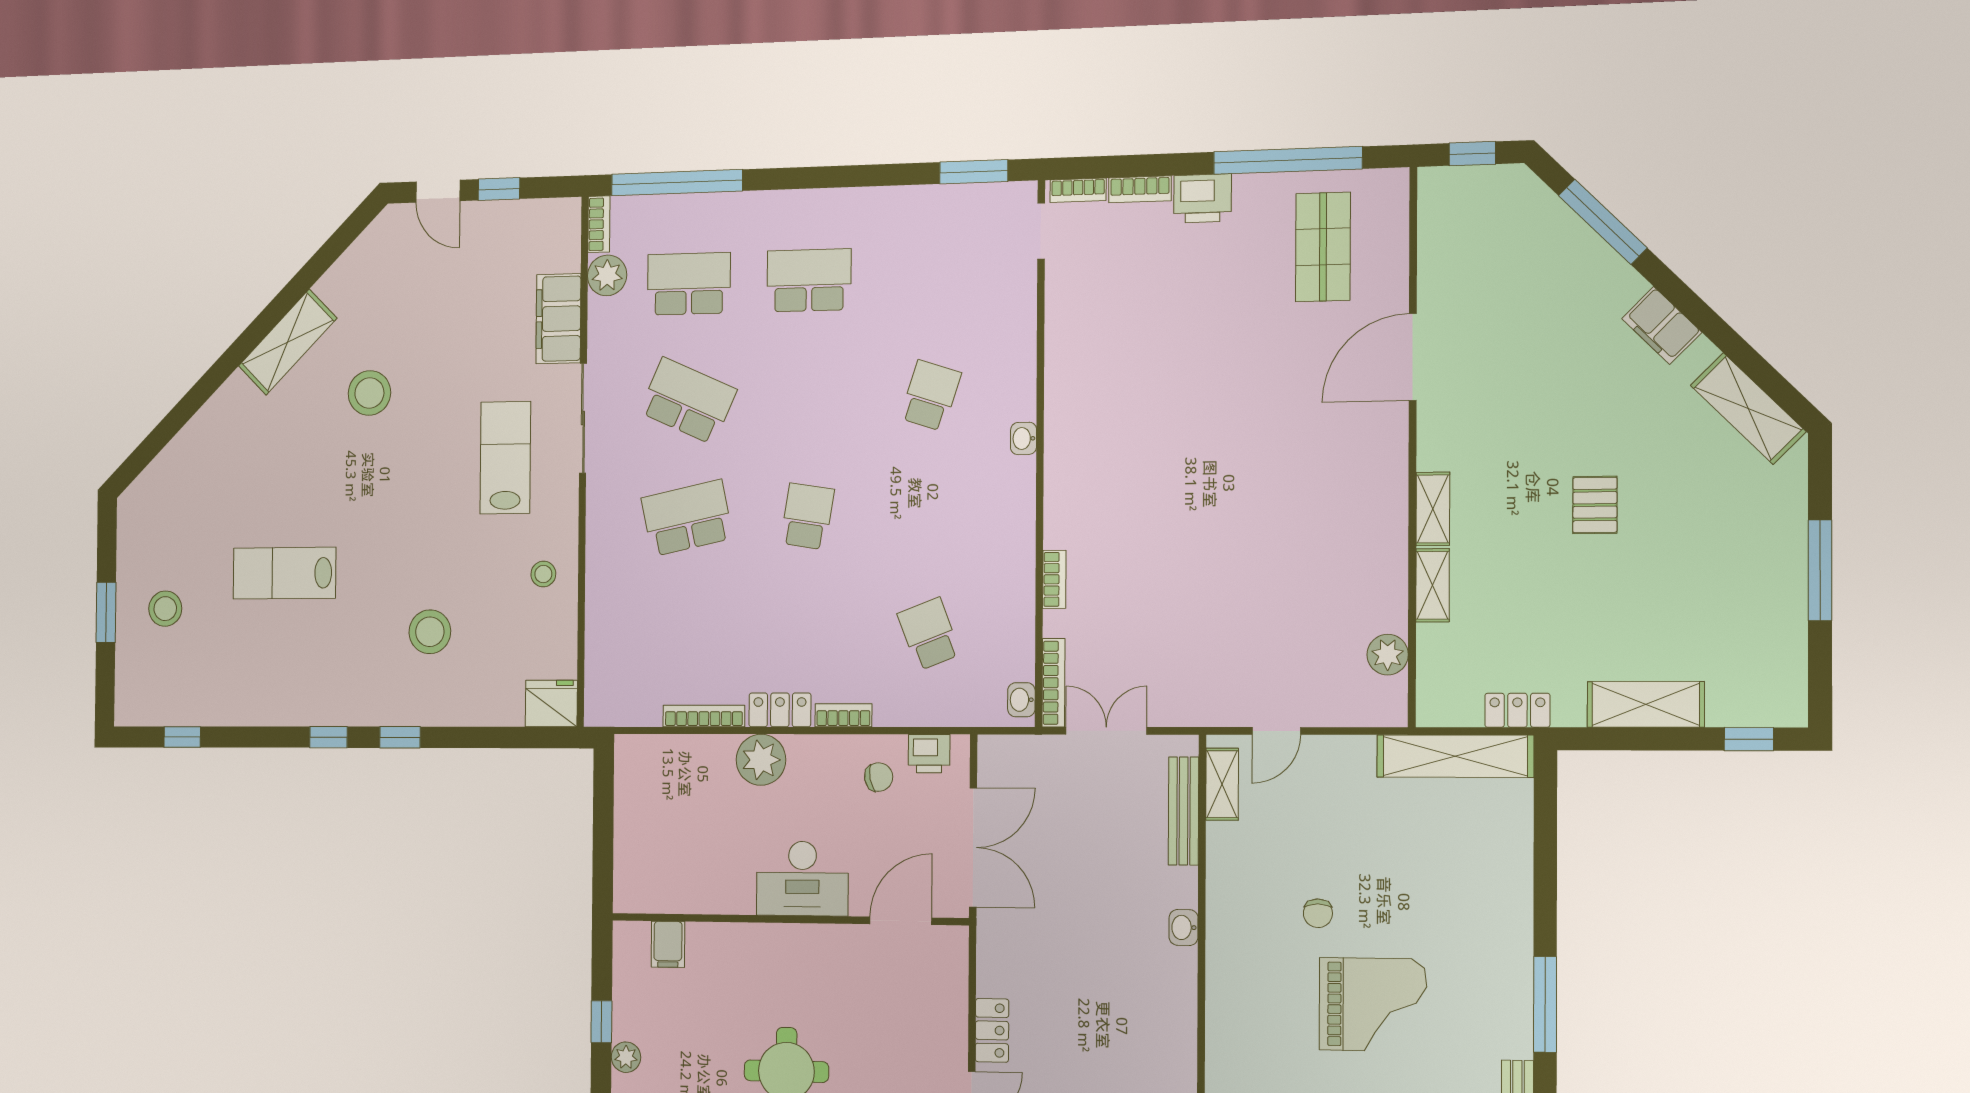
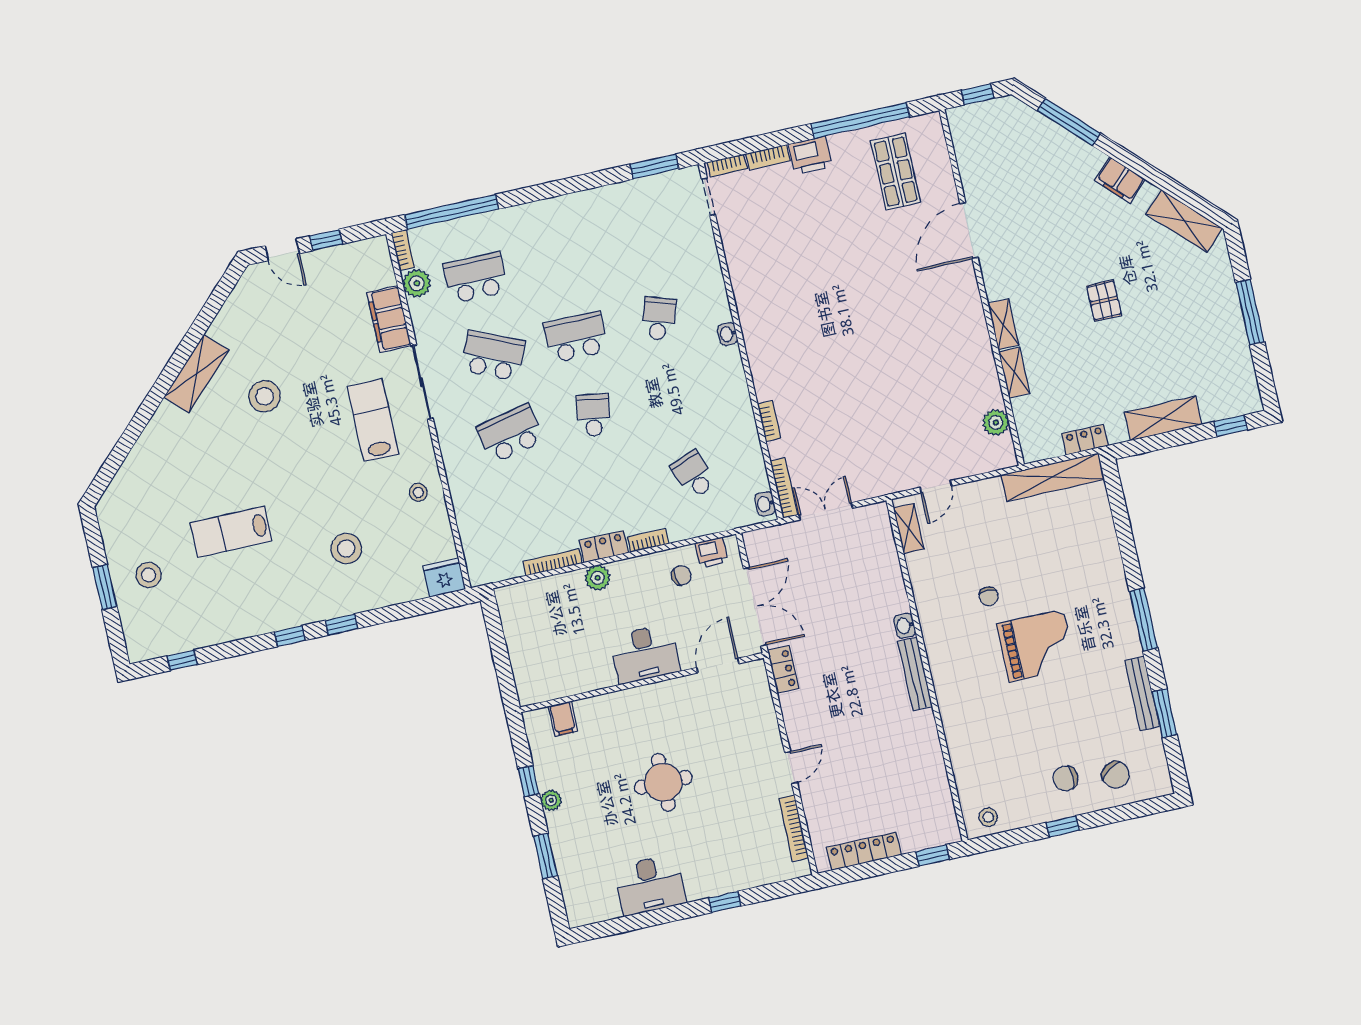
school desk: (809, 280) -> (576, 337), moved
plant: (761, 760) -> (598, 578), width x0.73, depth x0.73
bench: (1183, 811) -> (915, 674), moved
locker: (992, 1030) -> (783, 669), moved

